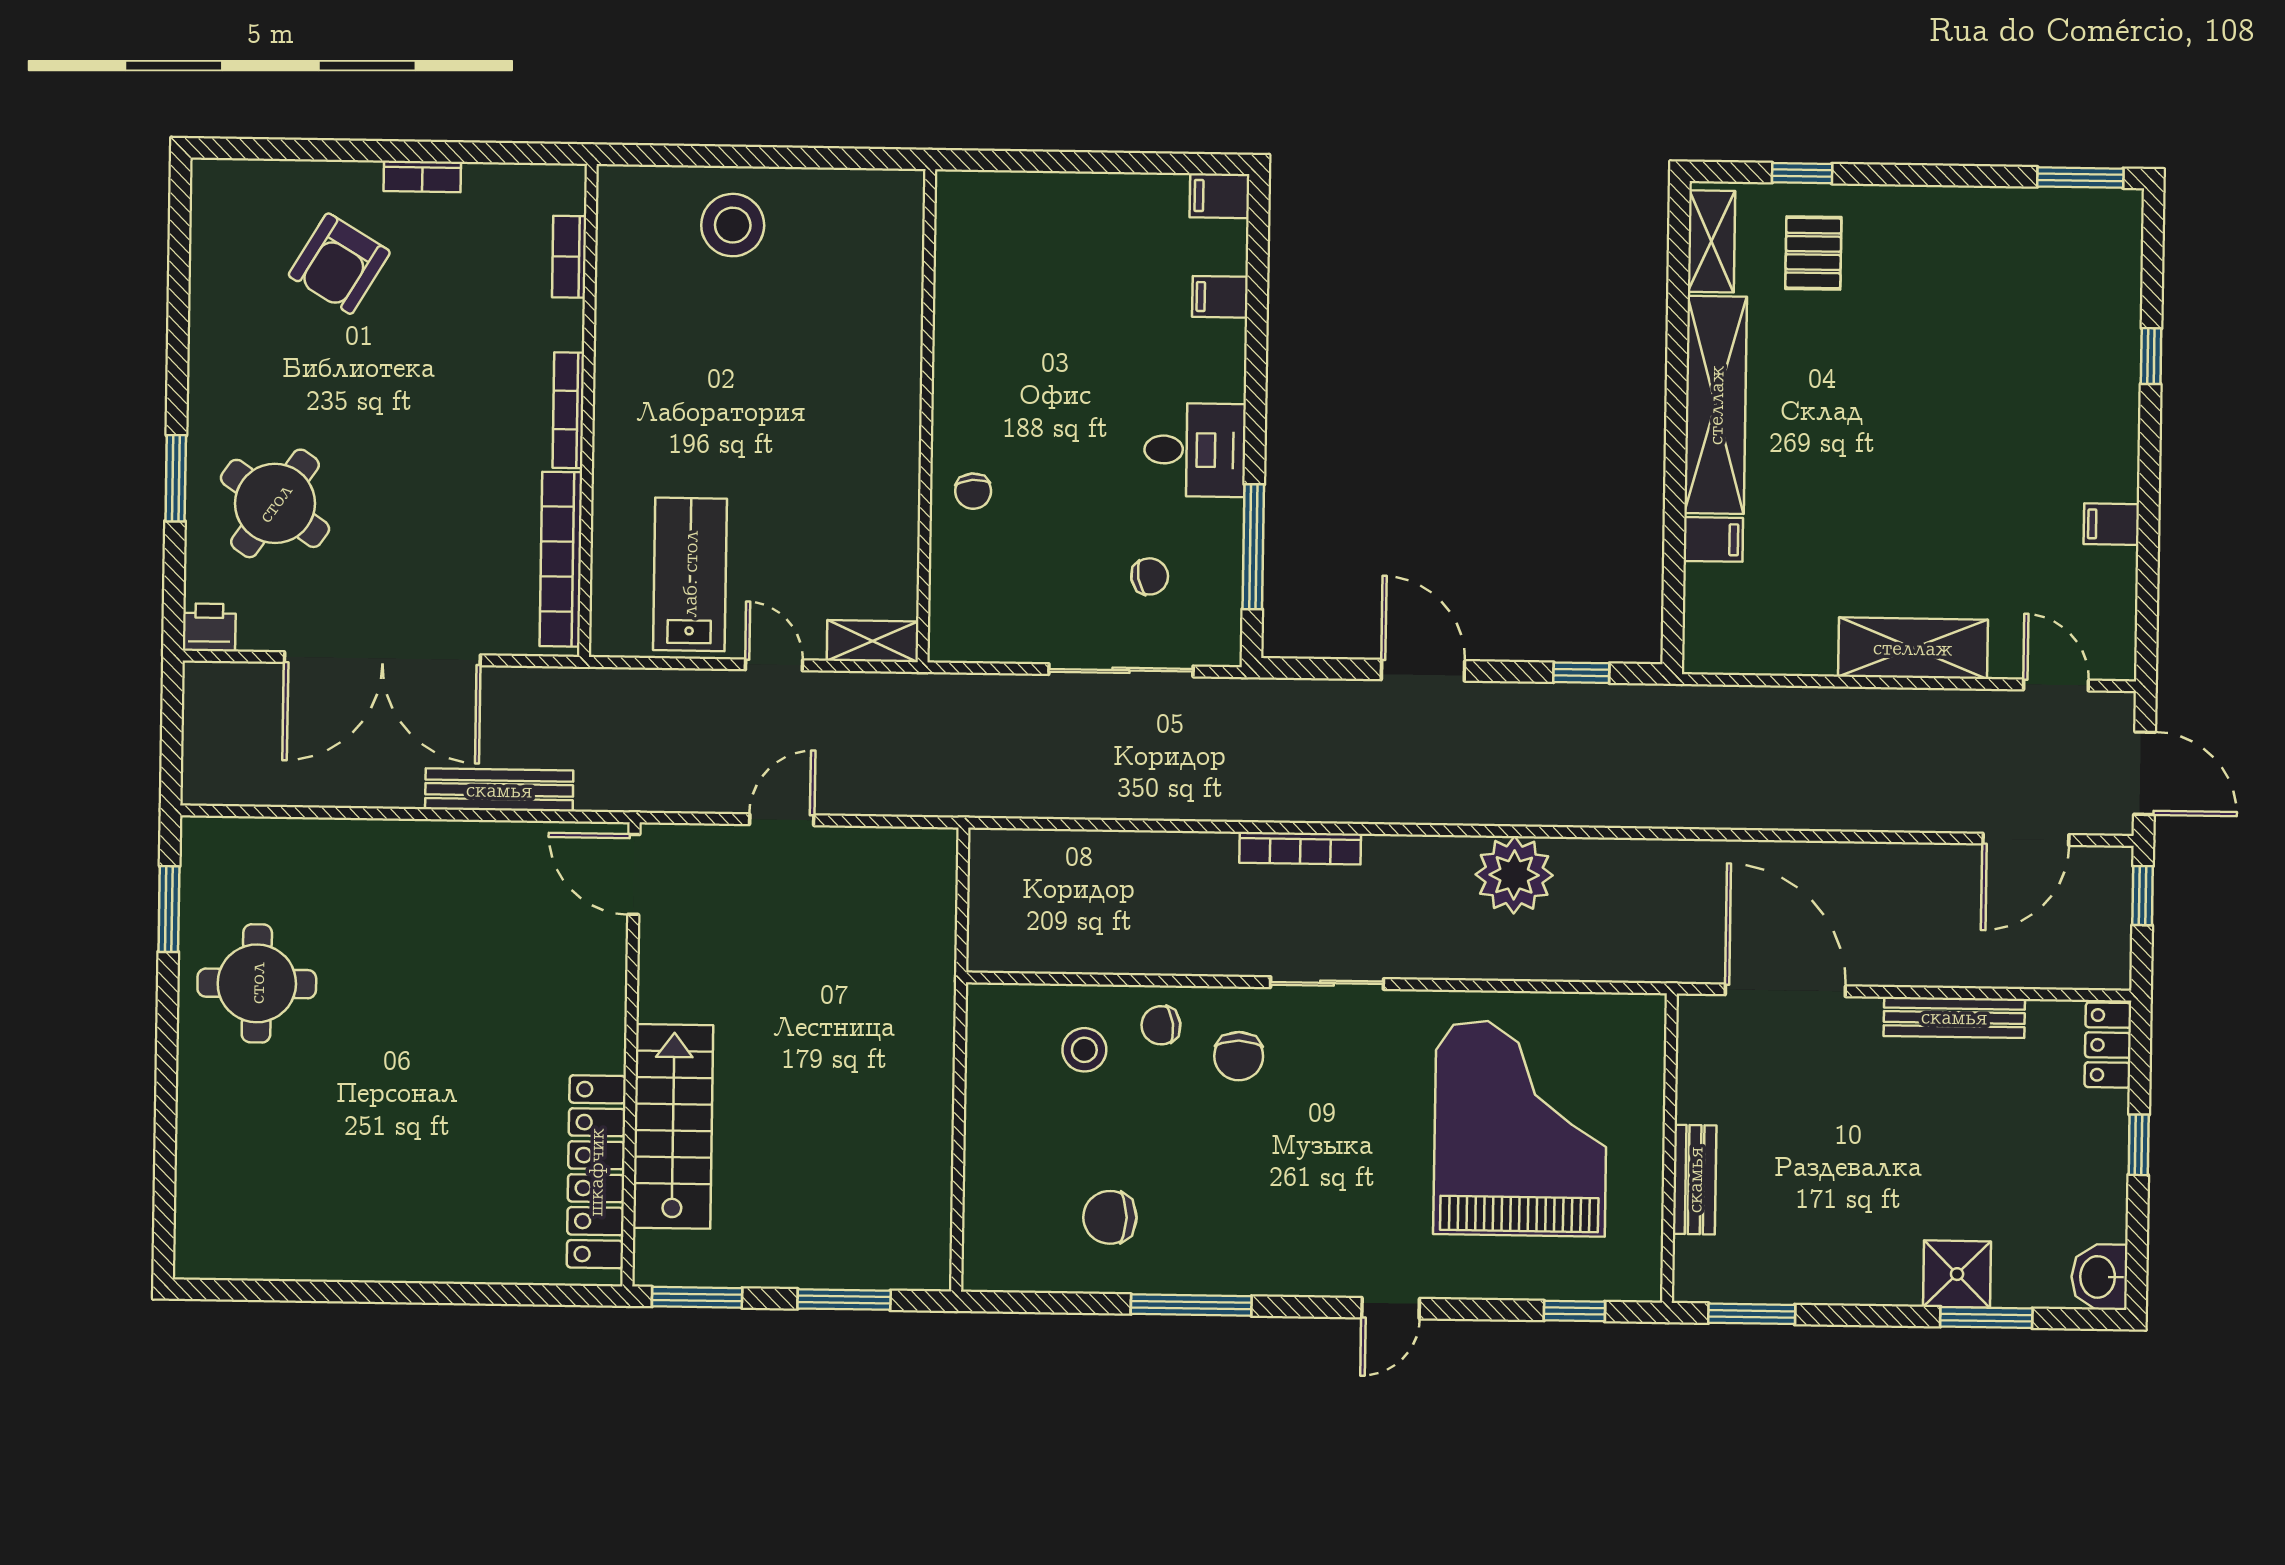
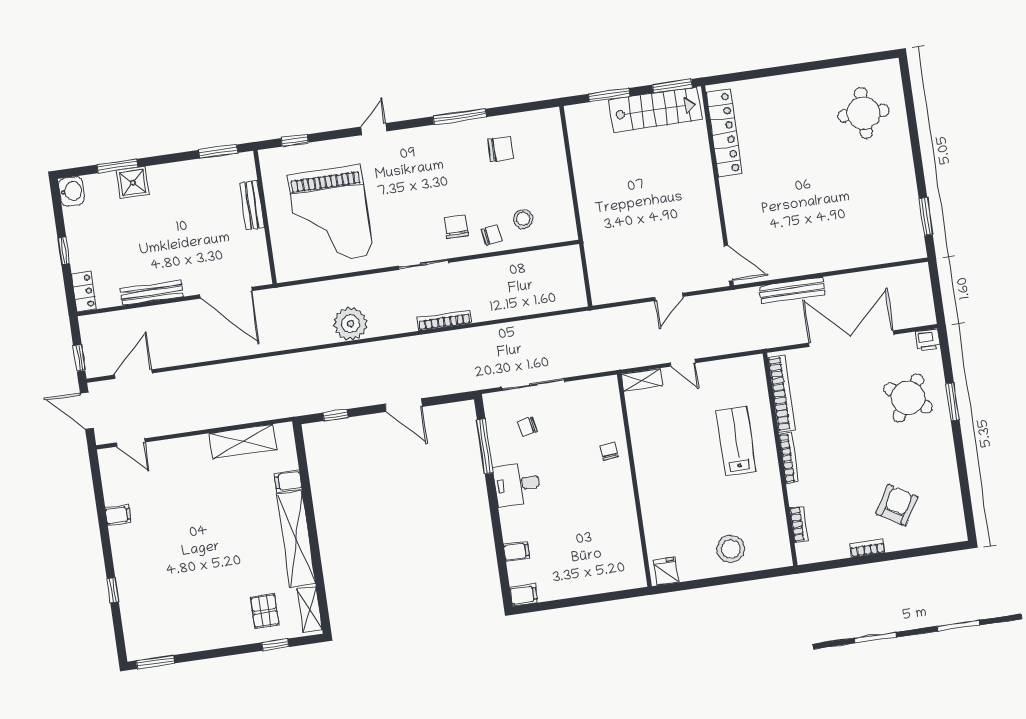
fridge: (888, 198) -> (666, 571), added
lab bench: (690, 574) -> (736, 441), moved, turned 180
shelving: (1913, 648) -> (243, 441), moved
round table: (257, 983) -> (863, 113), moved
stairs: (673, 1126) -> (655, 110), moved, turned -90

